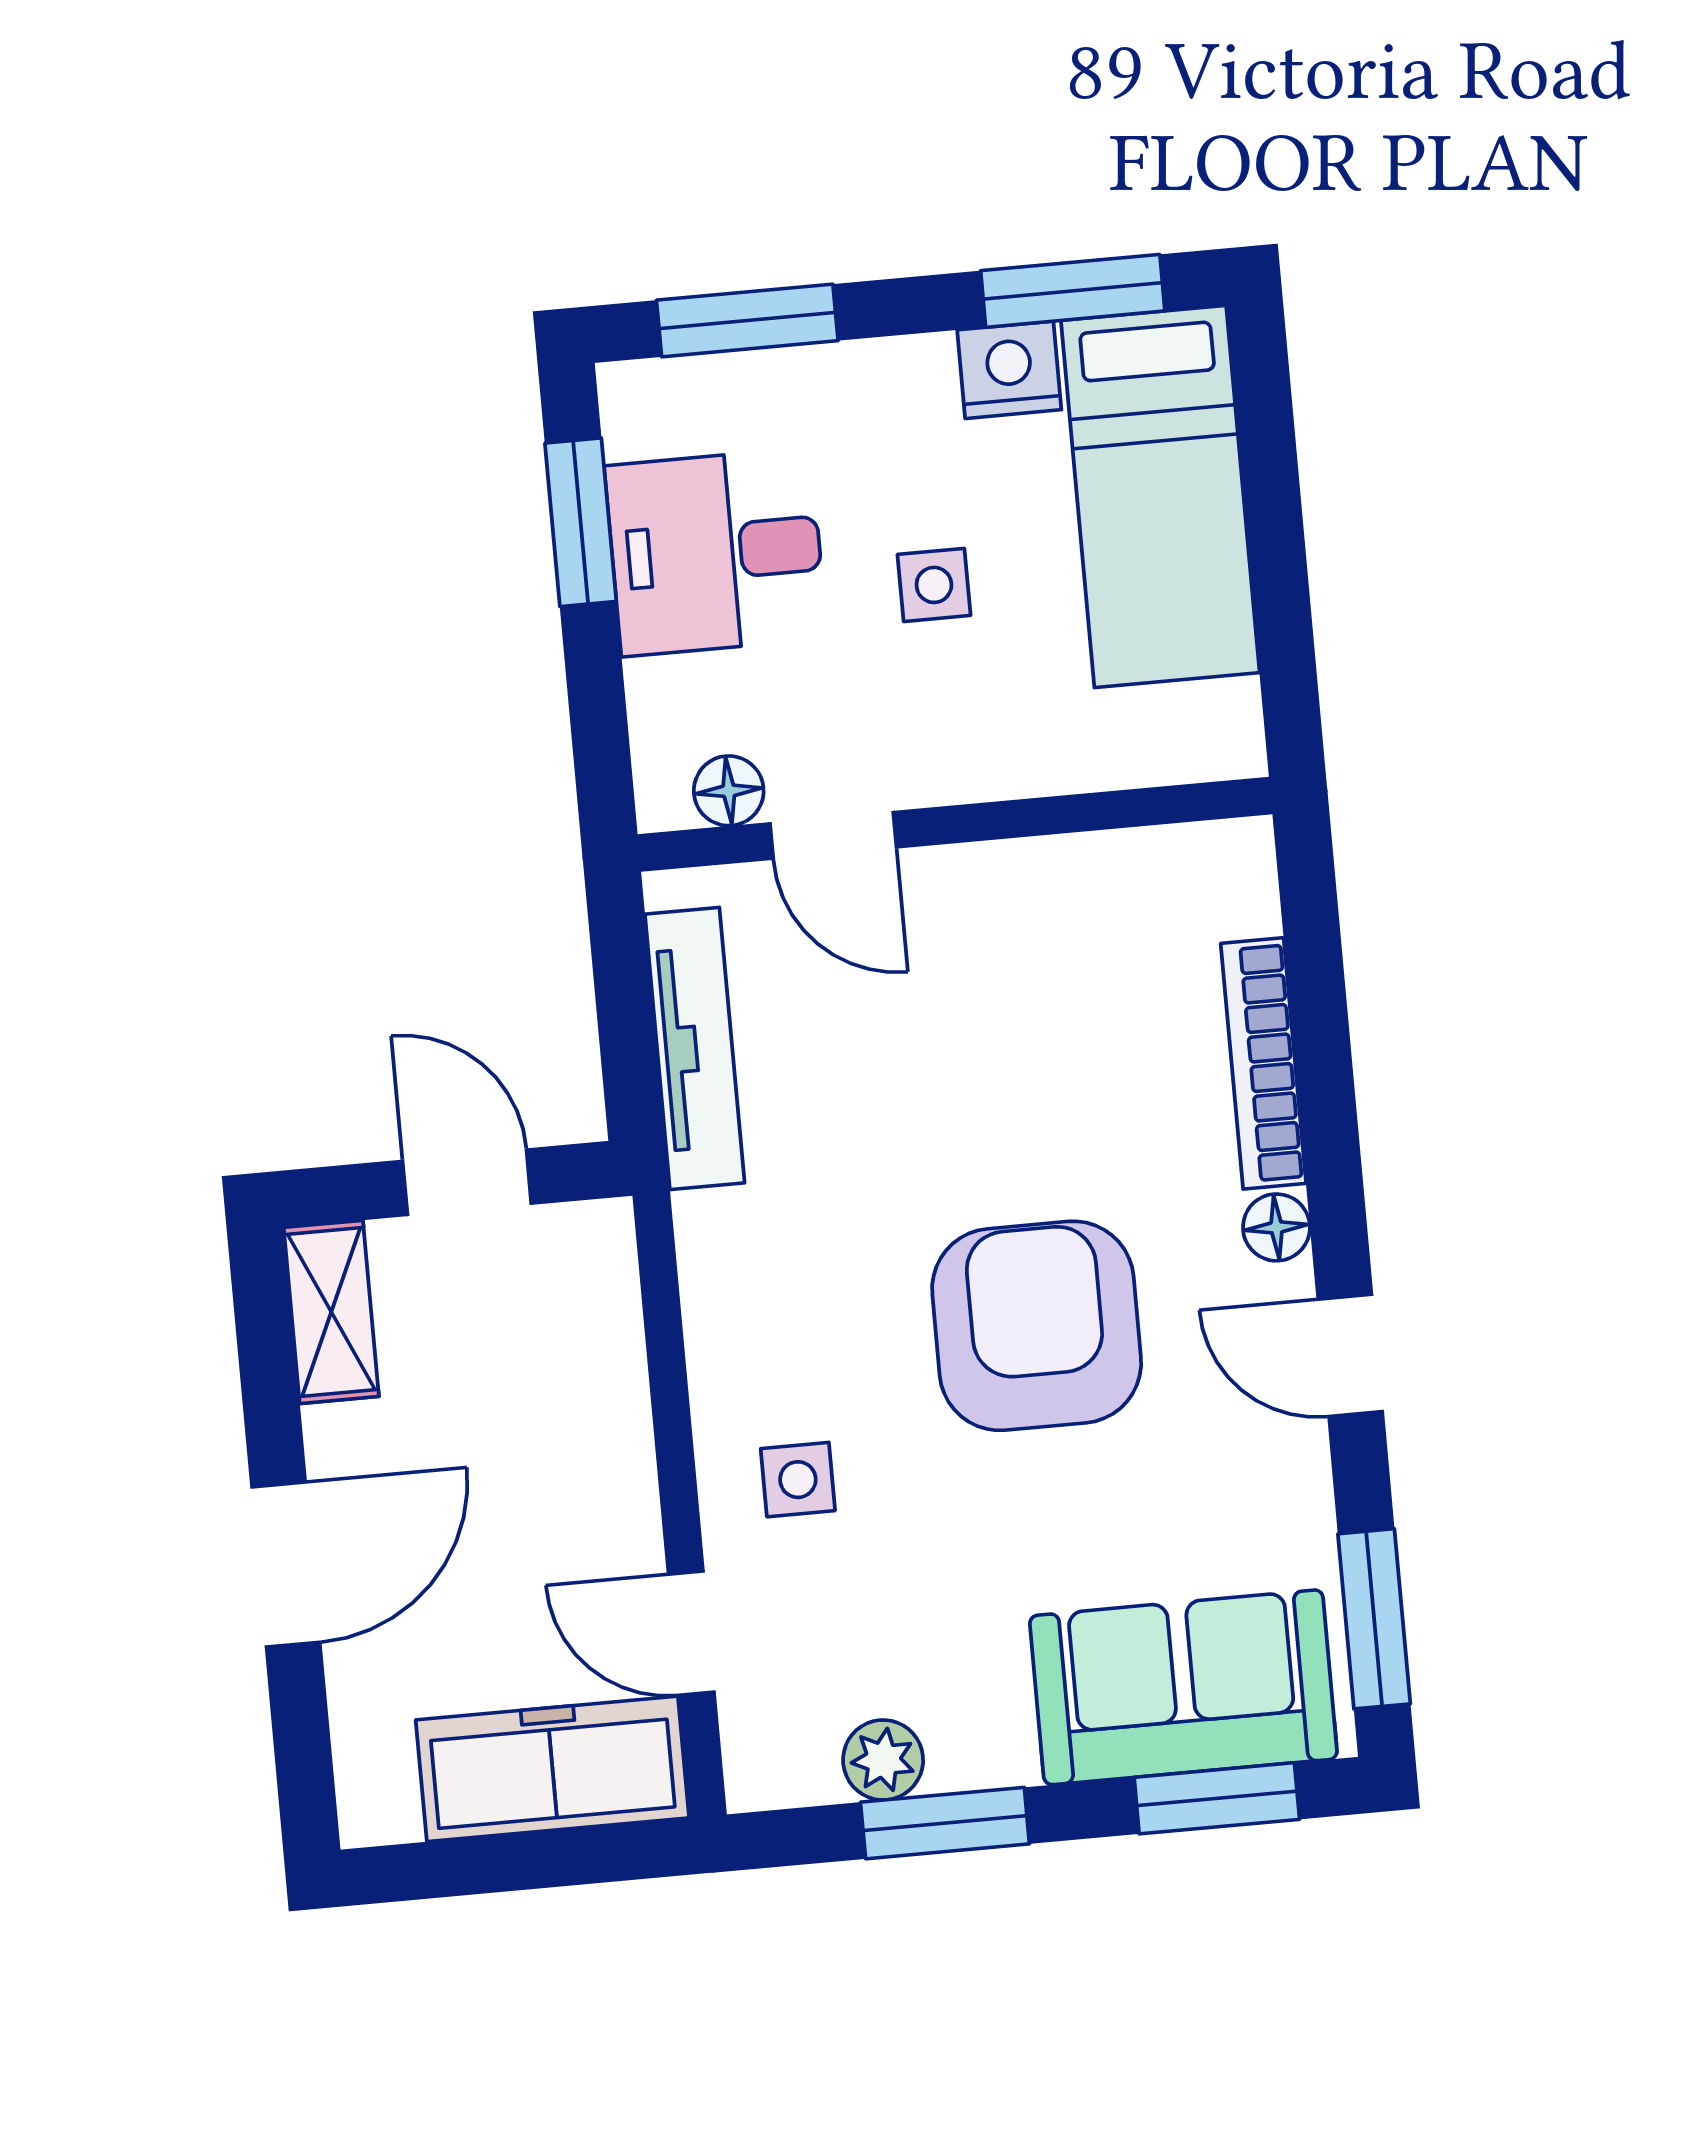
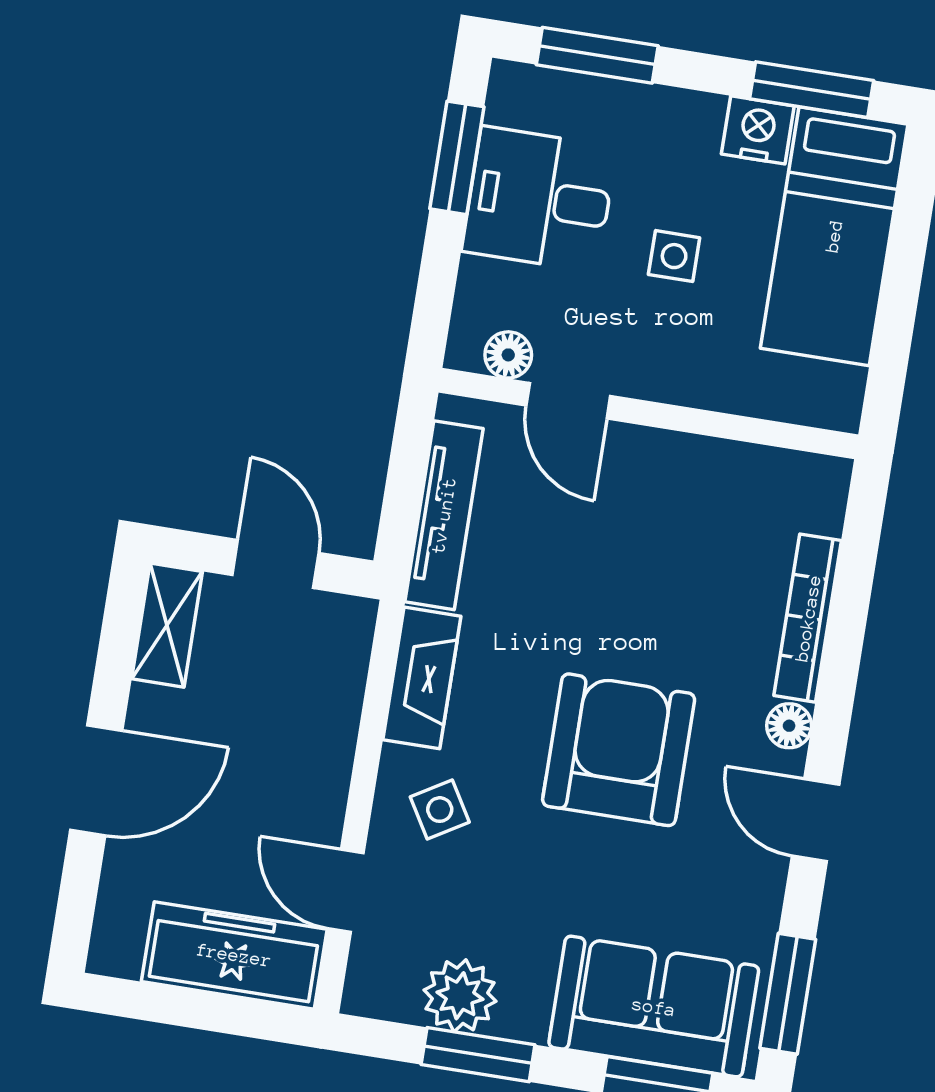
fireplace: (723, 1294) -> (422, 678), added
side table: (798, 1480) -> (440, 810), turned -31
plant: (883, 1760) -> (460, 996), width x1.38, depth x1.38

